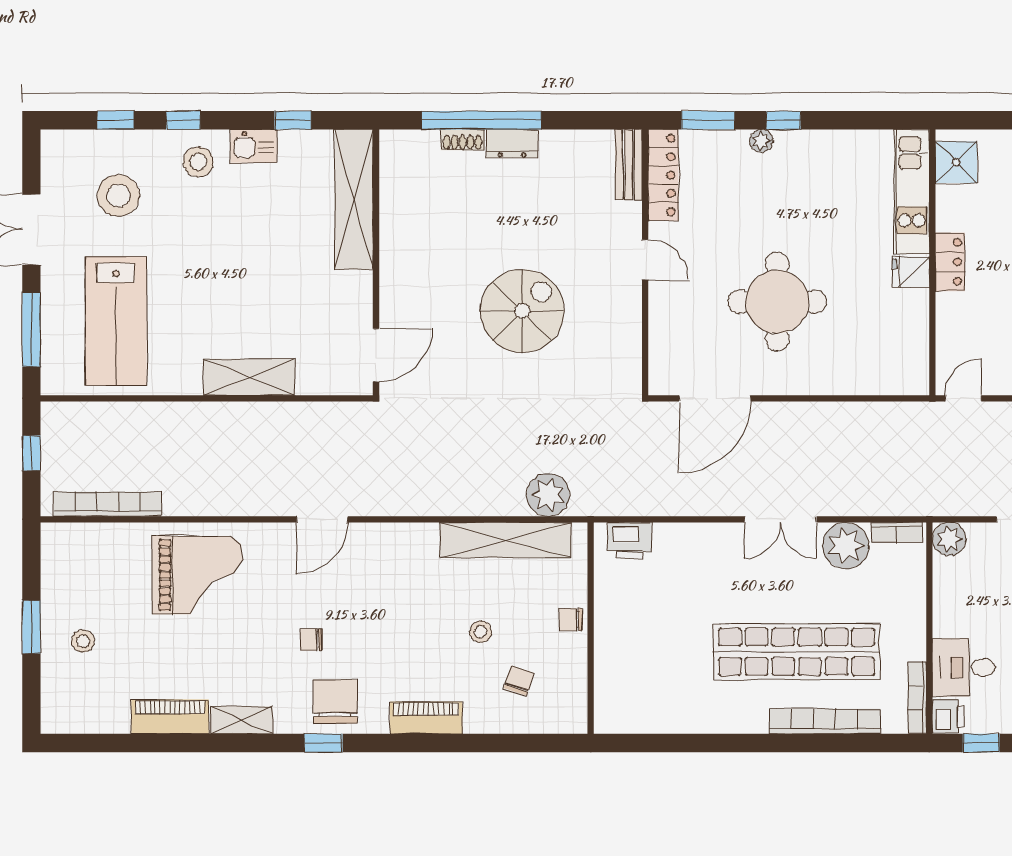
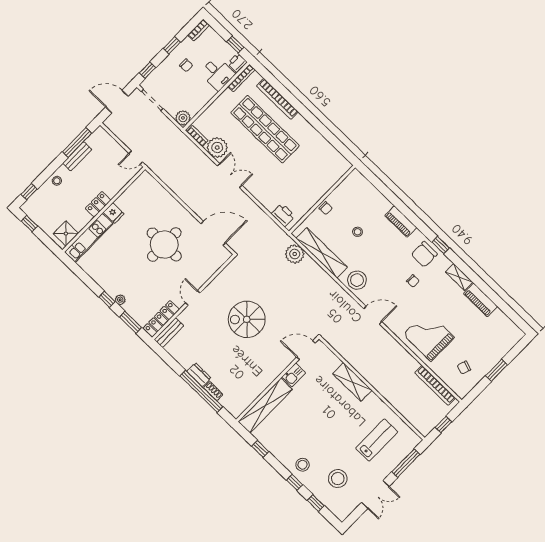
kitchen sink: (254, 146) -> (294, 375), moved, turned 90
lab bench: (116, 321) -> (377, 440), width x0.73, depth x0.72
stool: (83, 641) -> (357, 280), moved, width x1.89, depth x1.89
chair: (519, 681) -> (464, 368), moved

